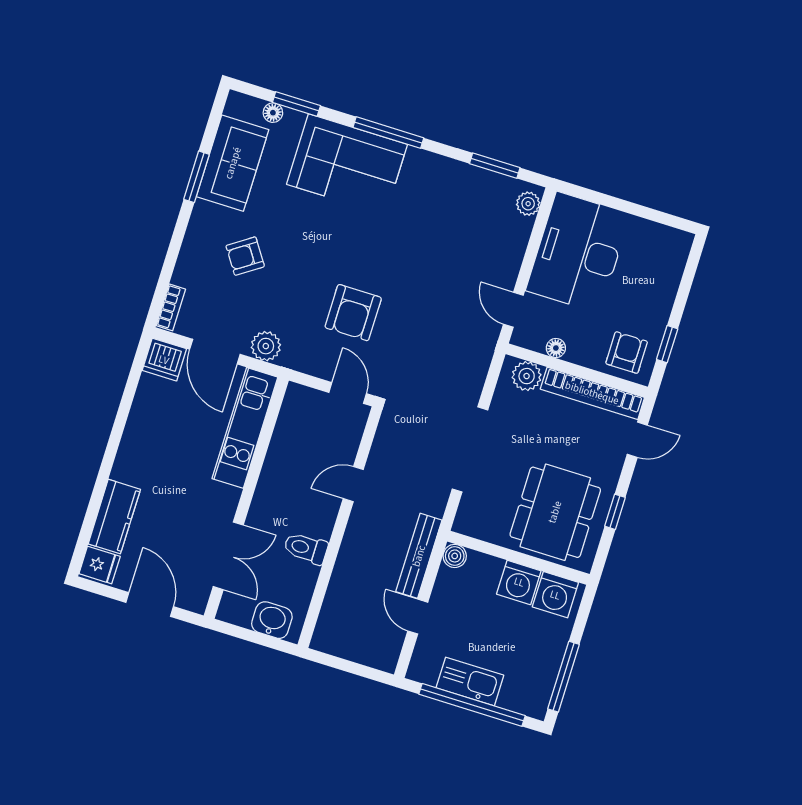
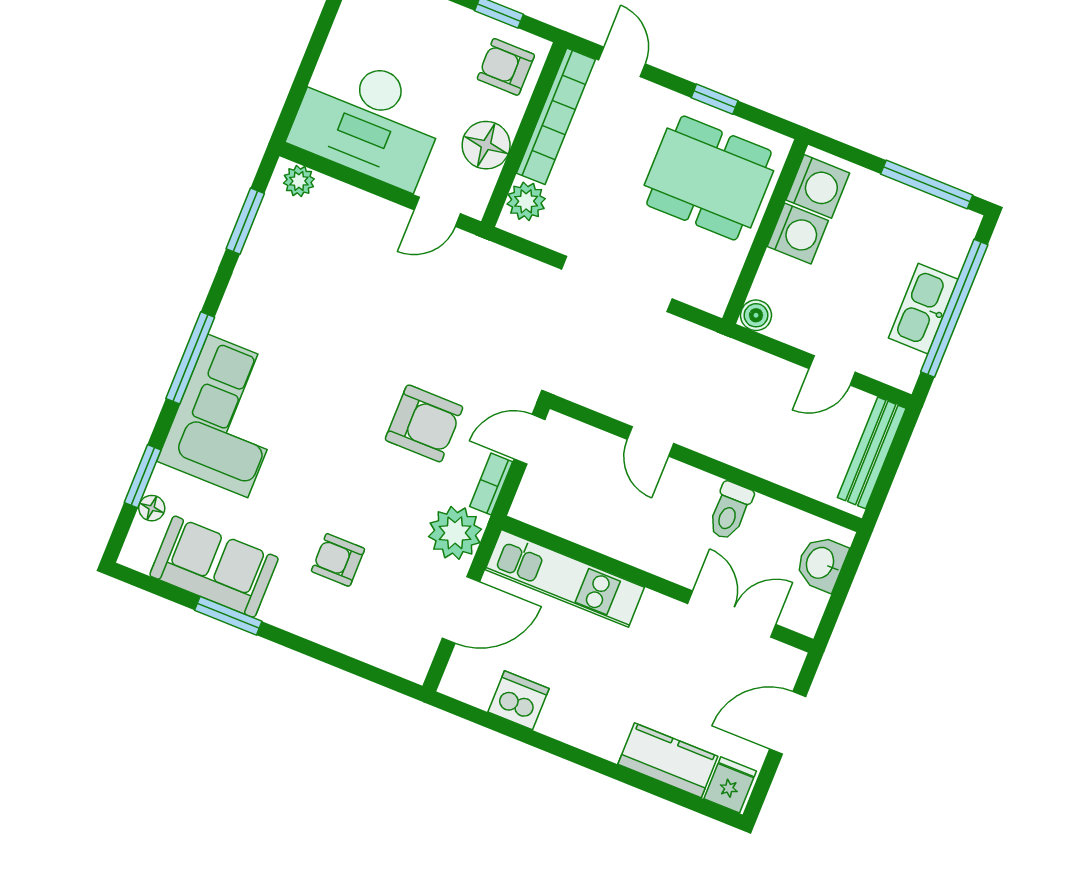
armchair: (245, 256) -> (338, 560), turned 124
bookcase: (171, 307) -> (491, 484), moved, turned -90
plant: (266, 346) -> (455, 533), width x1.36, depth x1.36
floor lamp: (556, 348) -> (486, 145), width x1.89, depth x1.89
dishwasher: (164, 360) -> (519, 700), moved, turned -90
bench: (419, 556) -> (872, 453), moved, turned 90

